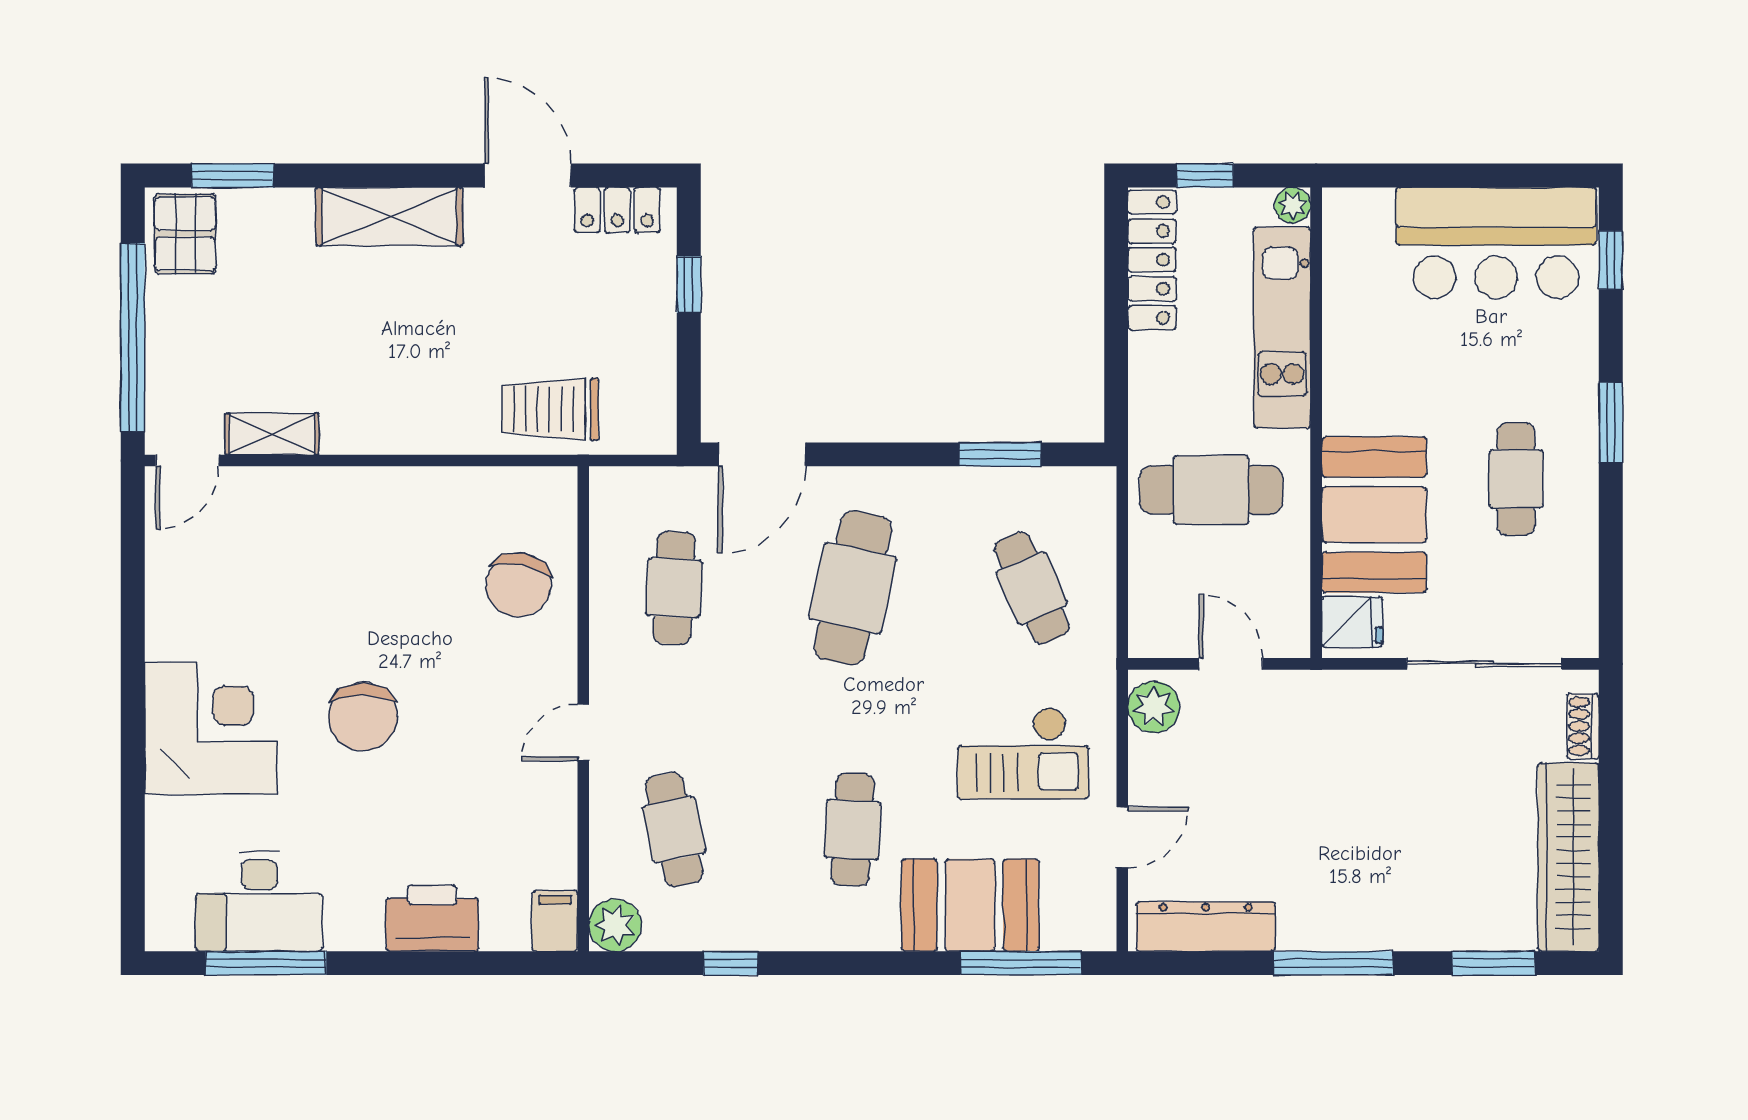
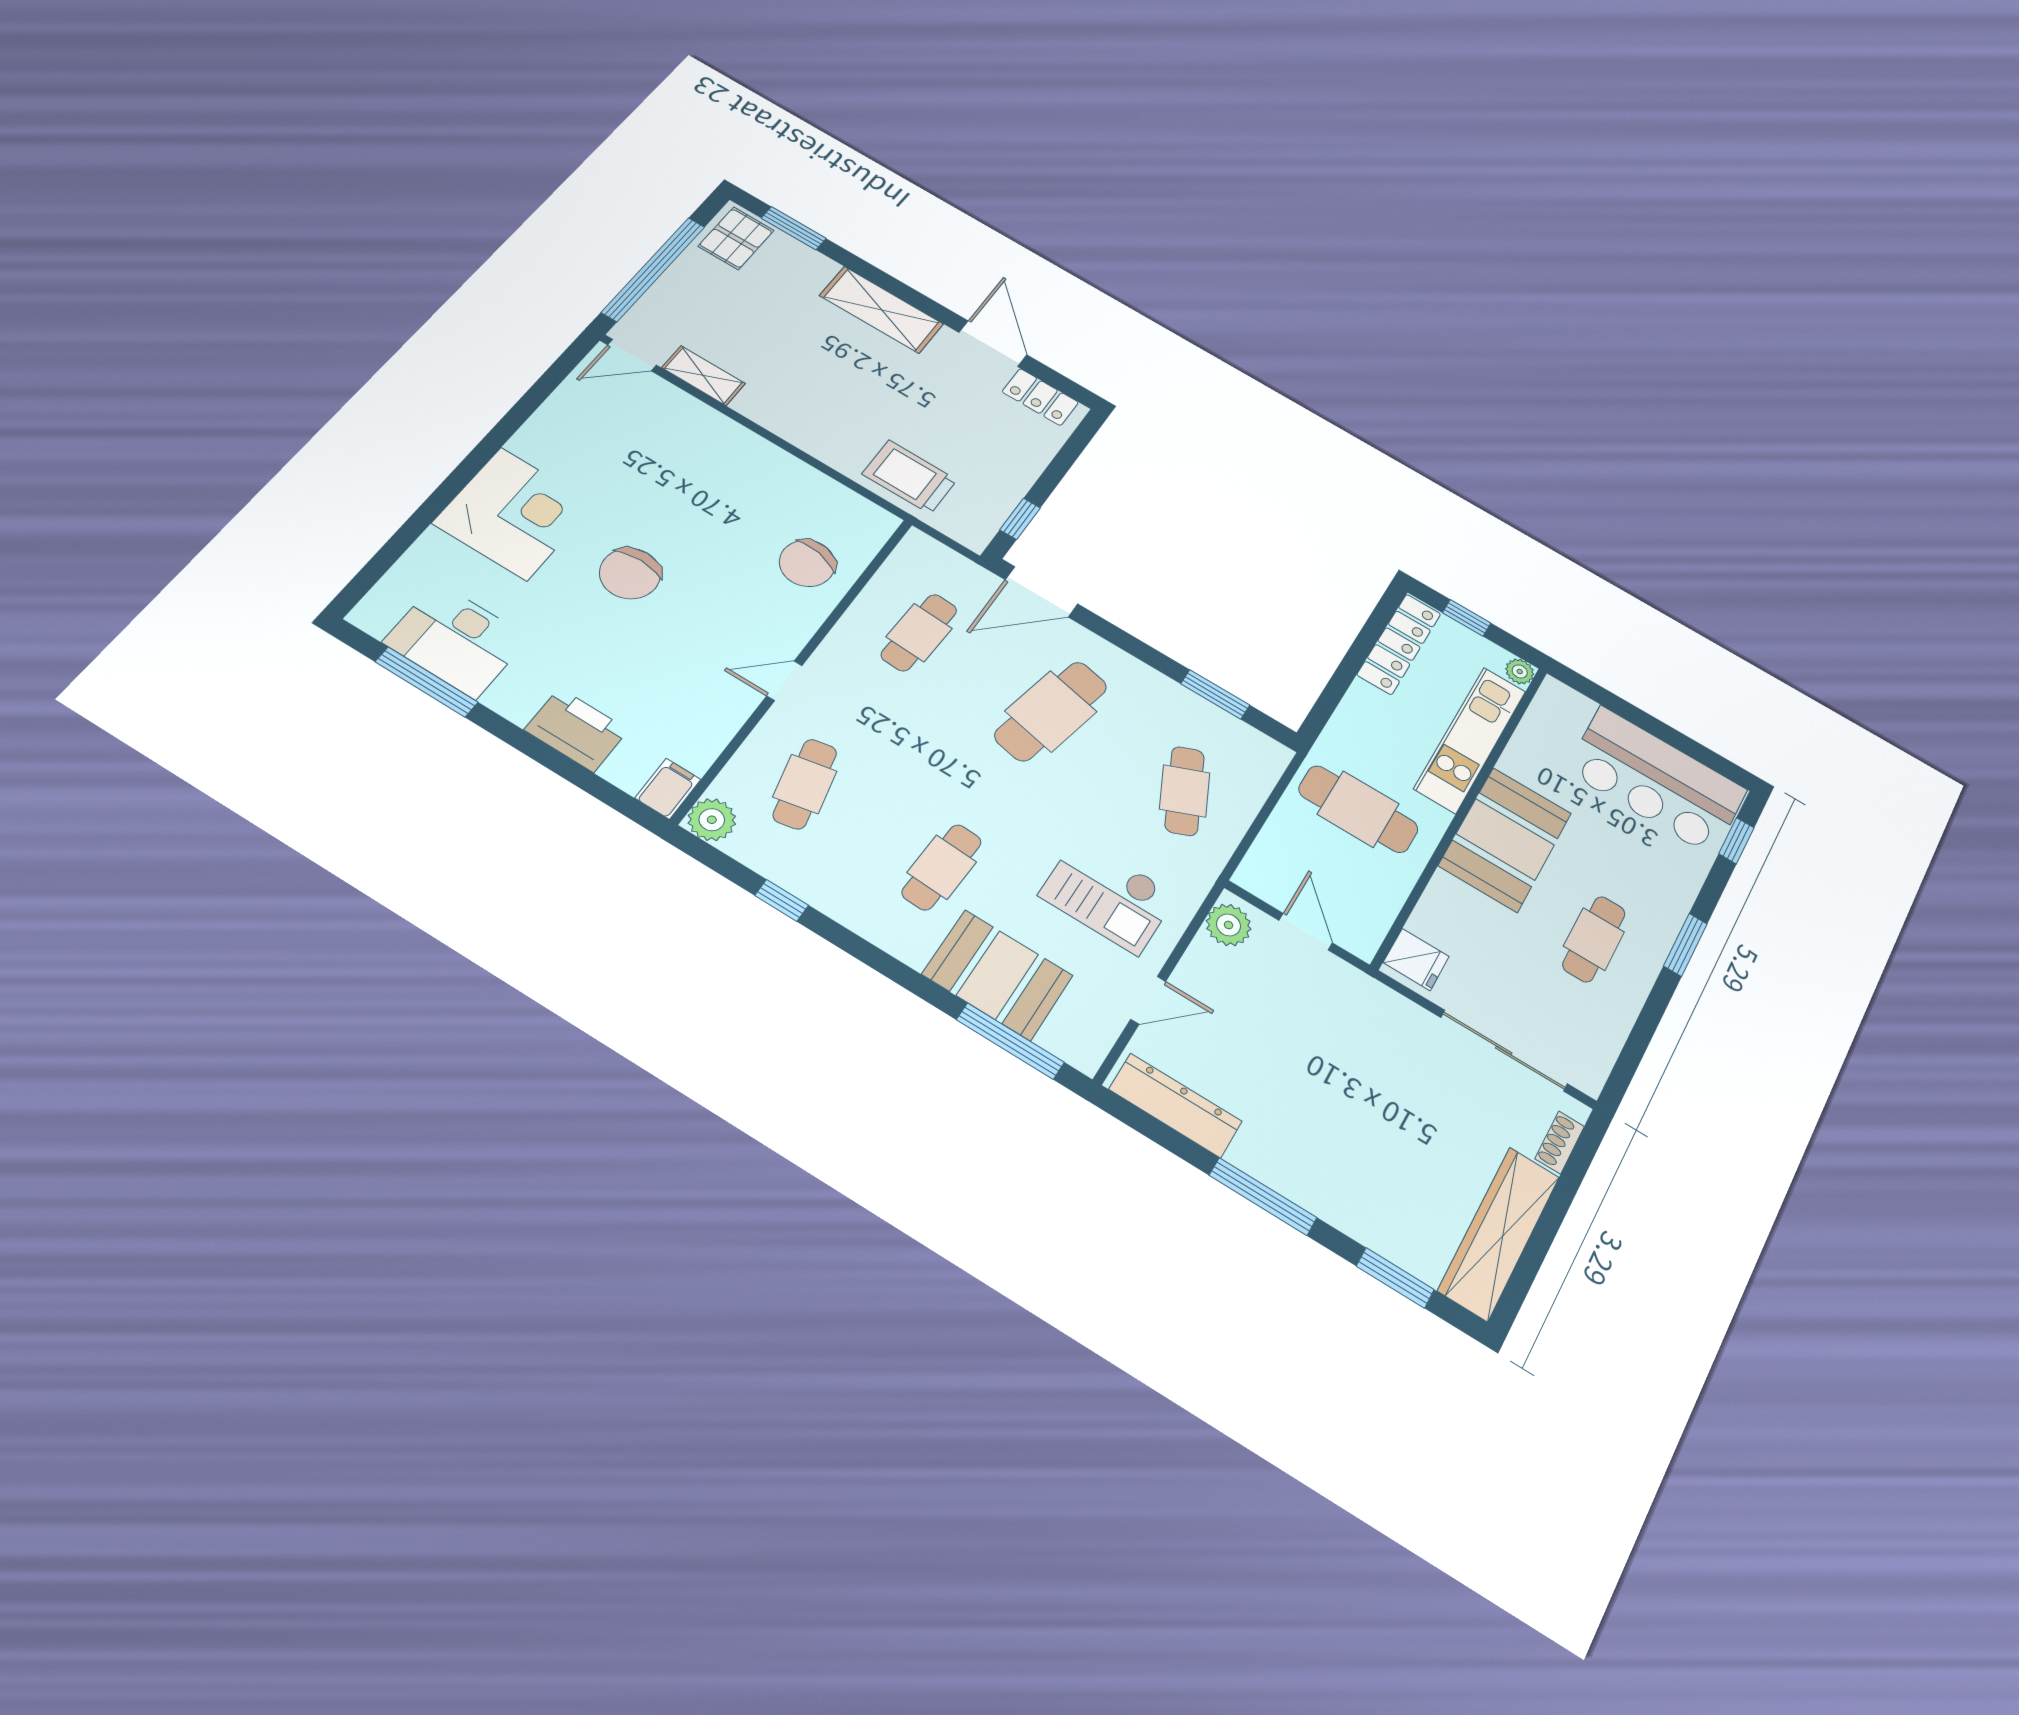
window: (689, 284) -> (1020, 519), moved
booth: (1374, 515) -> (1505, 839), moved

